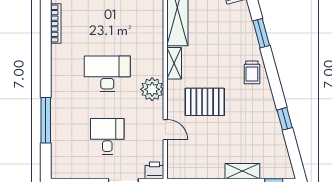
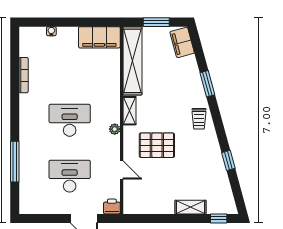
plant: (152, 89) -> (115, 129), width x0.53, depth x0.53
desk: (107, 136) -> (70, 176), width x1.37

